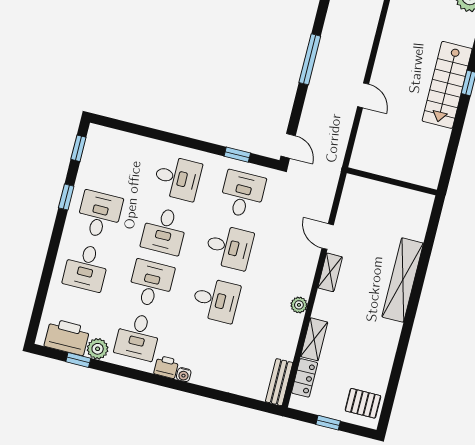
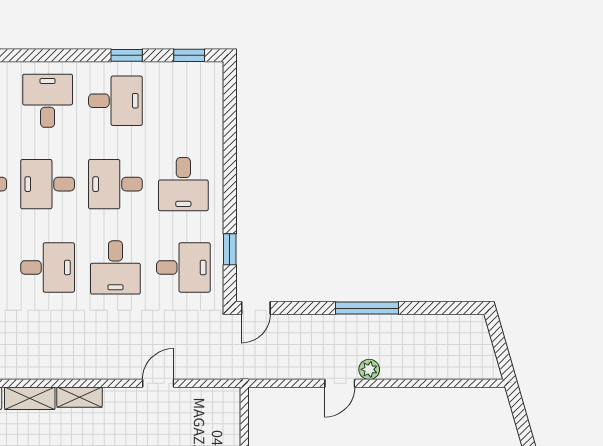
desk: (86, 267) -> (48, 101), turned 90
shelving: (330, 272) -> (80, 397), moved
desk: (151, 284) -> (48, 184), turned 180
desk: (216, 300) -> (48, 267), turned -90
plant: (299, 305) -> (369, 369), moved

